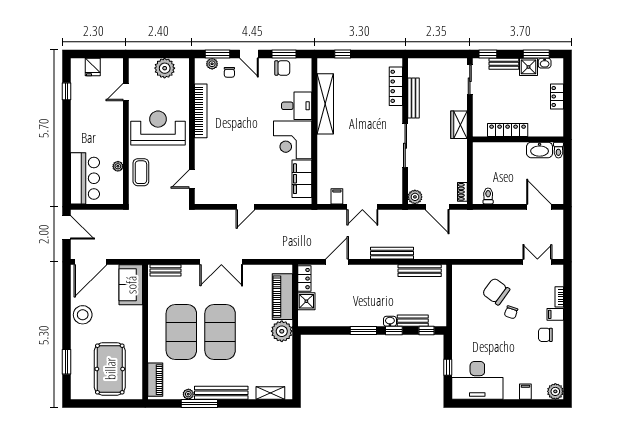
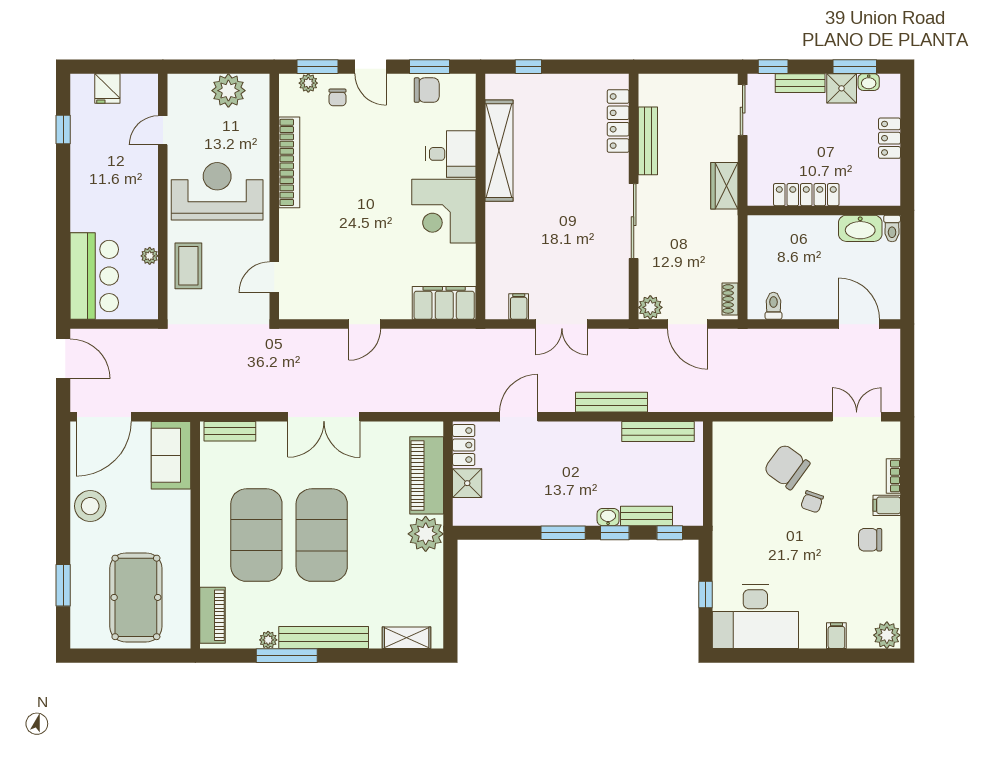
filing cabinet: (302, 179) -> (444, 303), moved, turned 90

